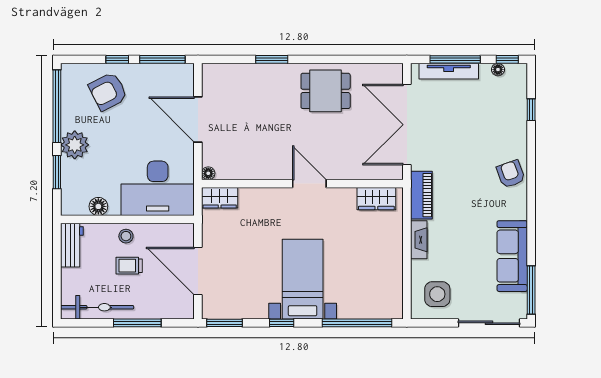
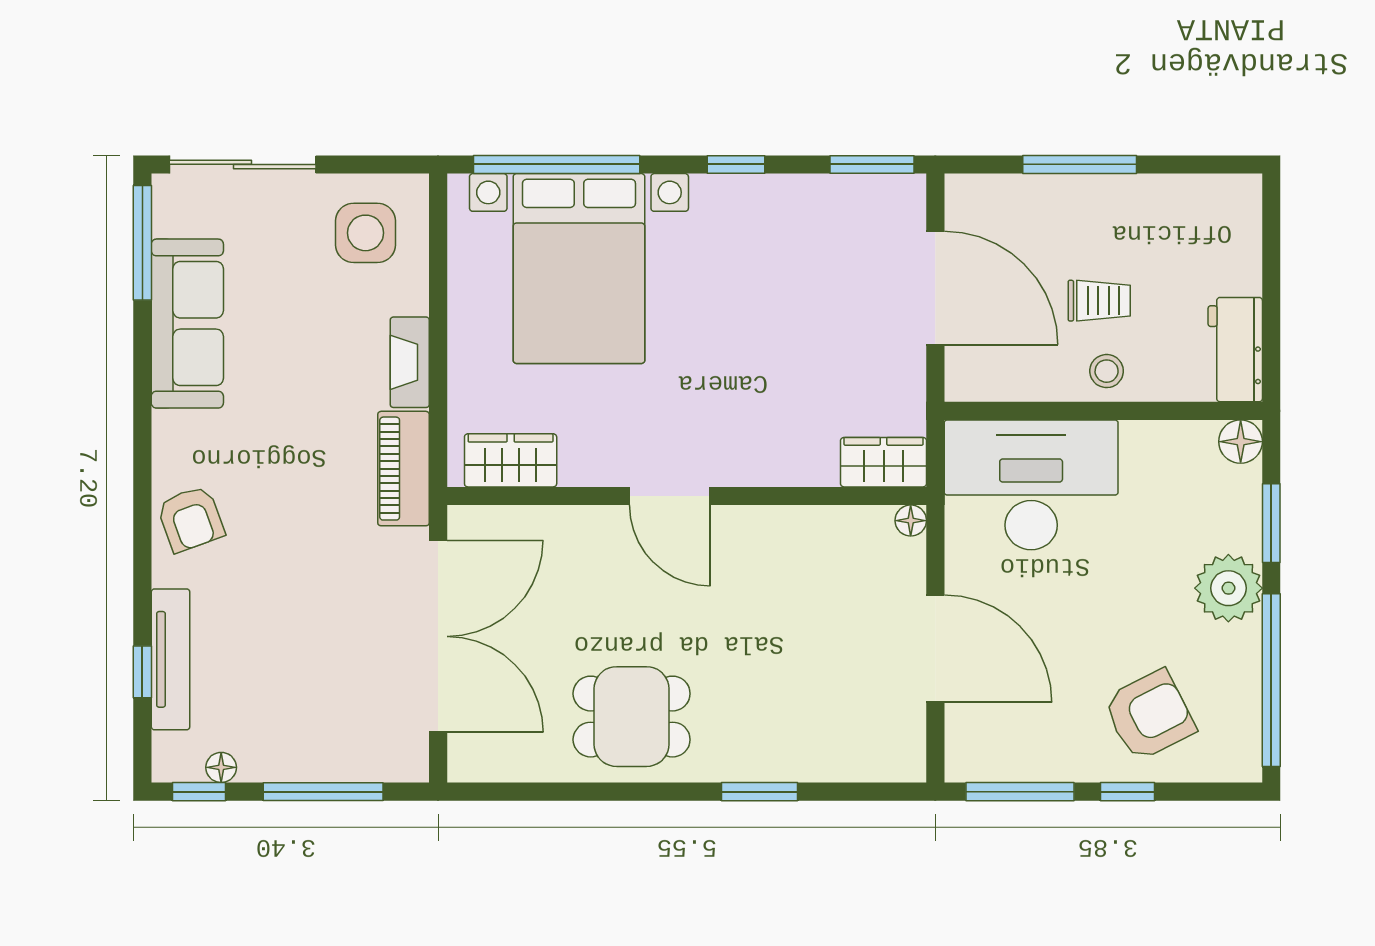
tv unit: (449, 71) -> (171, 659), moved, turned 90
floor lamp: (98, 206) -> (1241, 442), moved
bed with nightstands: (303, 279) -> (579, 269), moved, width x1.36
bicycle: (97, 307) -> (1175, 202), removed

